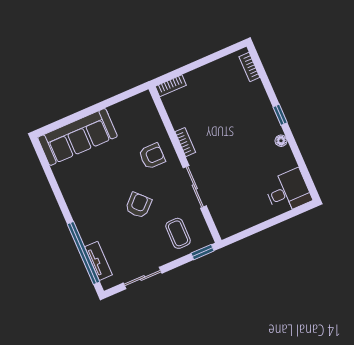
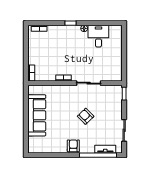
sofa: (78, 137) -> (37, 115), moved
armchair: (152, 156) -> (73, 146), moved
desk: (288, 191) -> (98, 36), moved
coffee table: (178, 233) -> (109, 102), removed

